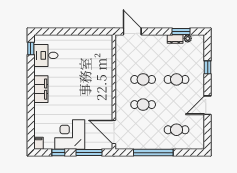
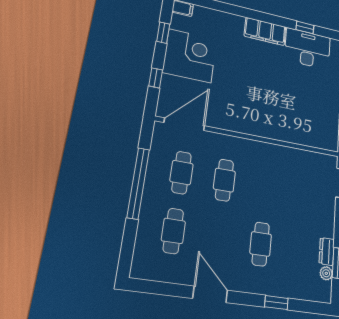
window: (31, 49) -> (305, 27), moved
desk: (46, 55) -> (307, 49), width x1.37
cafe table: (143, 79) -> (182, 173), moved
window: (89, 153) -> (156, 78), width x0.46

